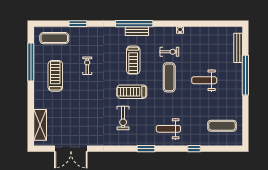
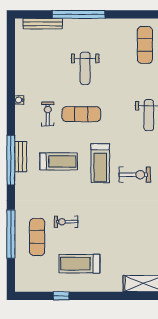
window: (78, 24) -> (11, 234), width x2.11
exercise mat: (54, 38) -> (37, 237), moved
window: (31, 62) -> (61, 296), width x0.32

